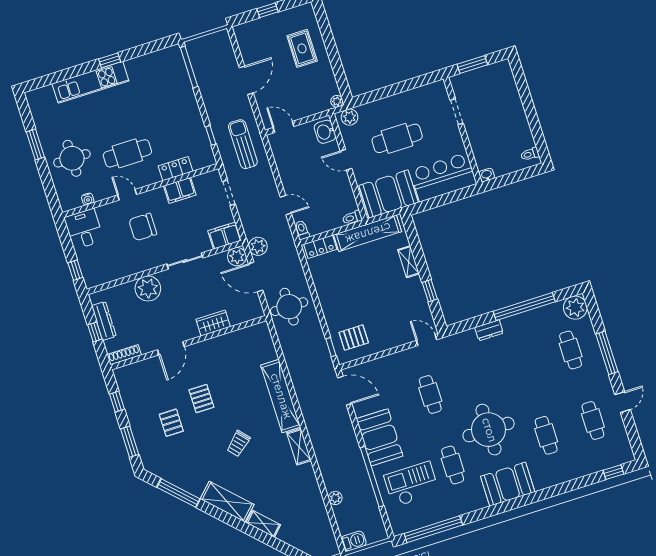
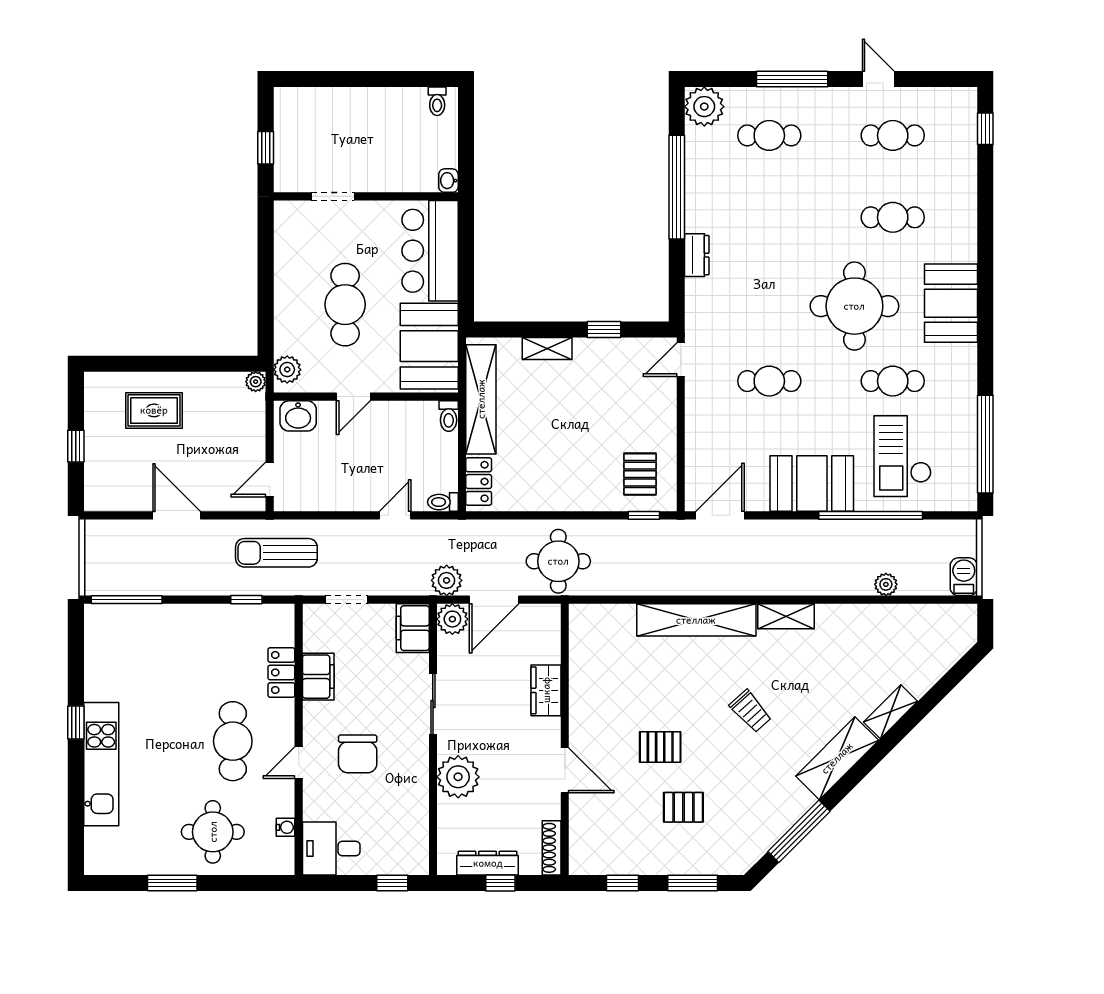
window: (472, 65) -> (266, 148), width x0.67

